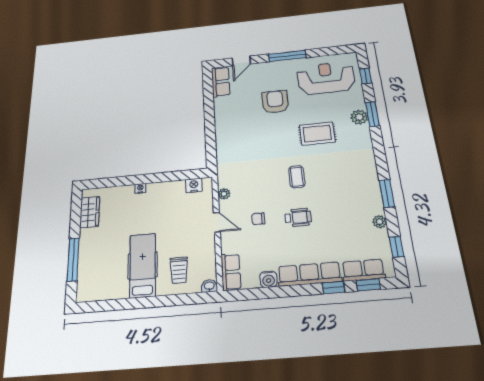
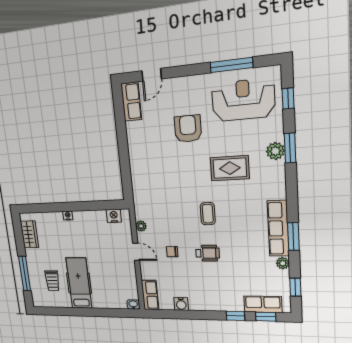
window: (287, 56) -> (231, 65), moved
trolley: (179, 270) -> (52, 281), moved
row of seats: (309, 274) -> (278, 228), moved, turned -90

